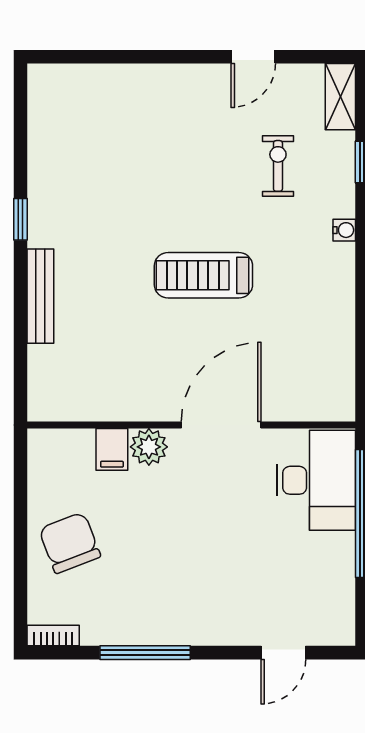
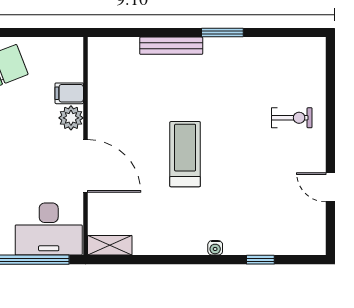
shelving: (340, 97) -> (110, 245), moved
exercise bike: (278, 166) -> (292, 118), moved
window: (20, 219) -> (222, 32), width x1.50

